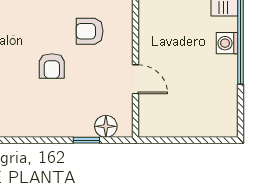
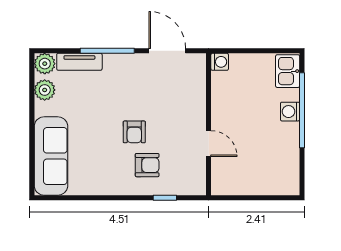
armchair: (90, 31) -> (147, 165), moved, turned 180
floor lamp: (106, 126) -> (182, 185), removed

